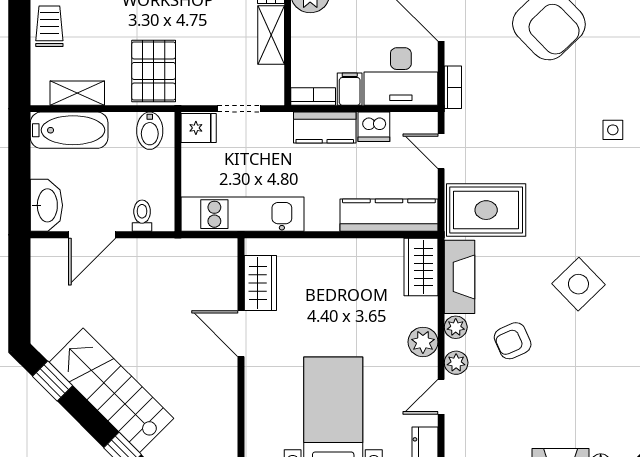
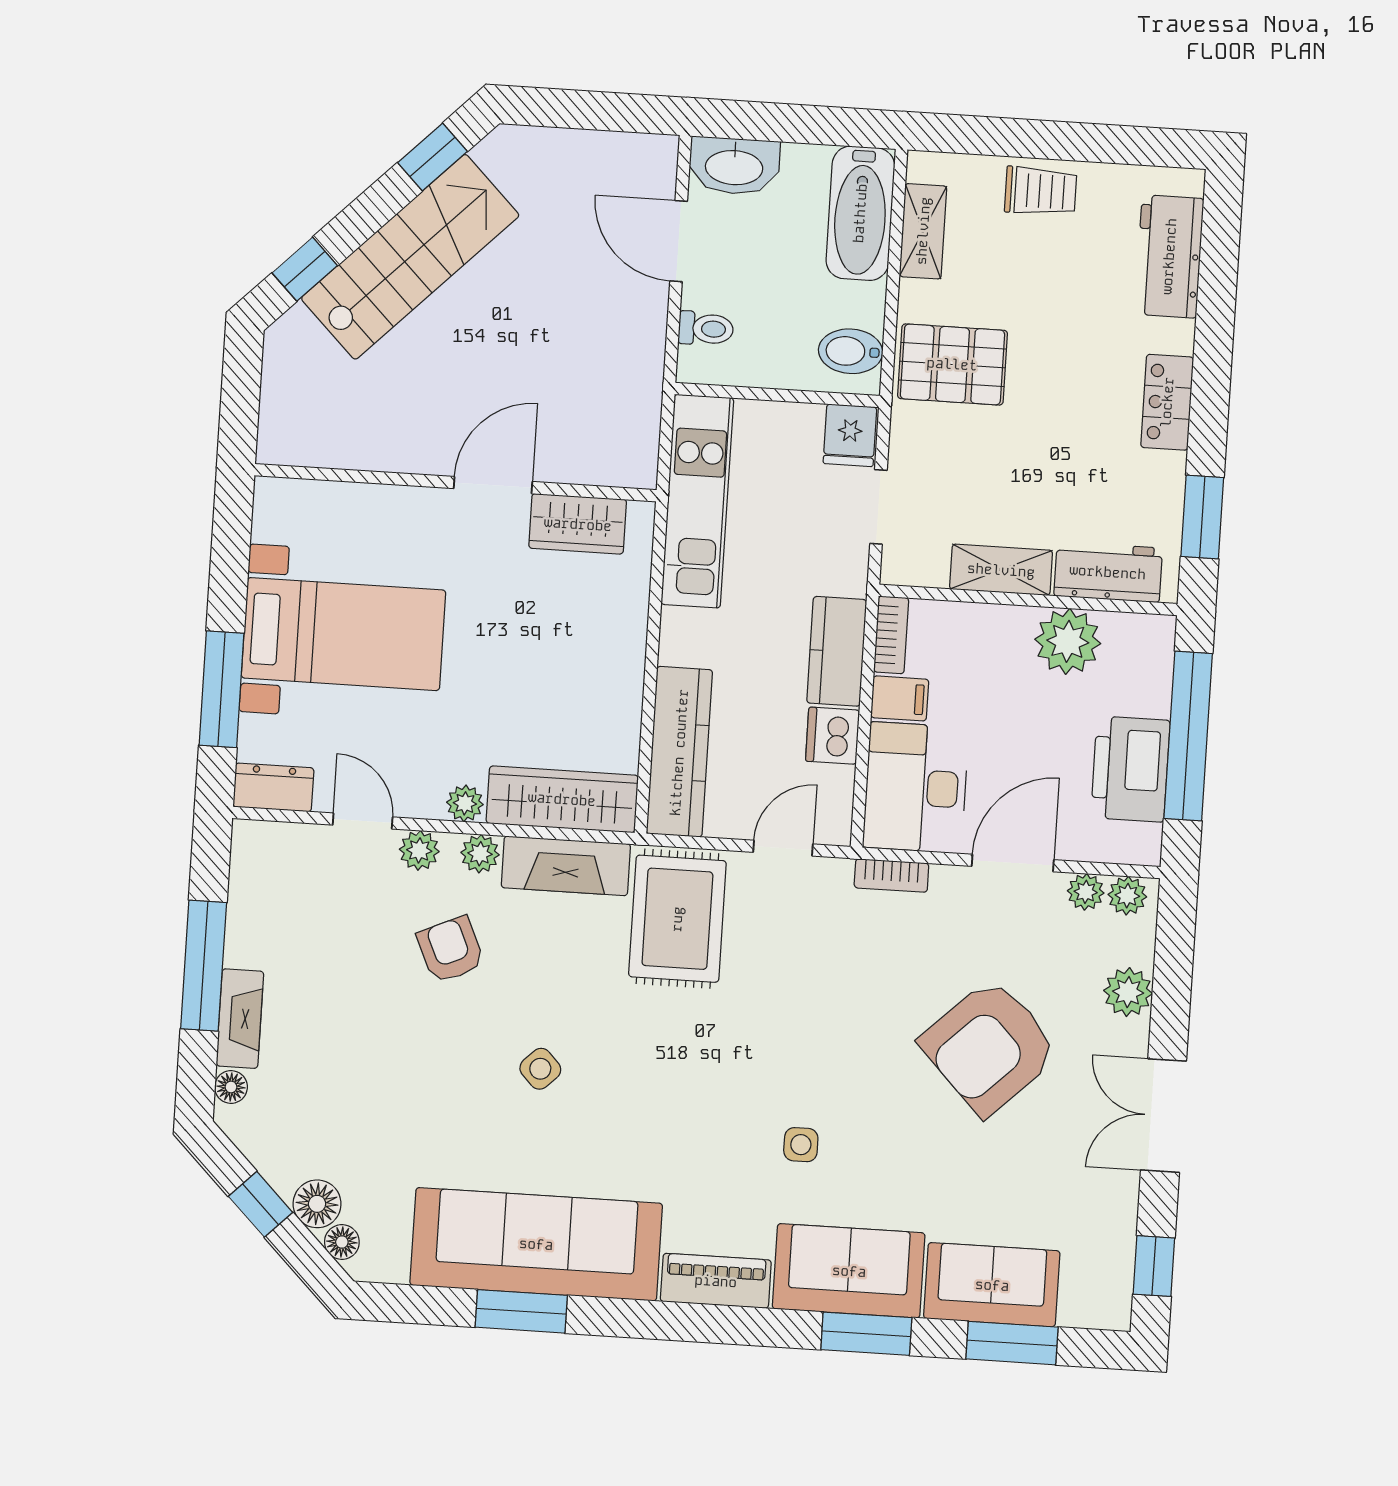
wardrobe: (421, 267) -> (562, 799), width x1.50
side table: (578, 284) -> (540, 1069), width x0.54, depth x0.54
plant: (423, 342) -> (465, 803), width x0.73, depth x0.73

